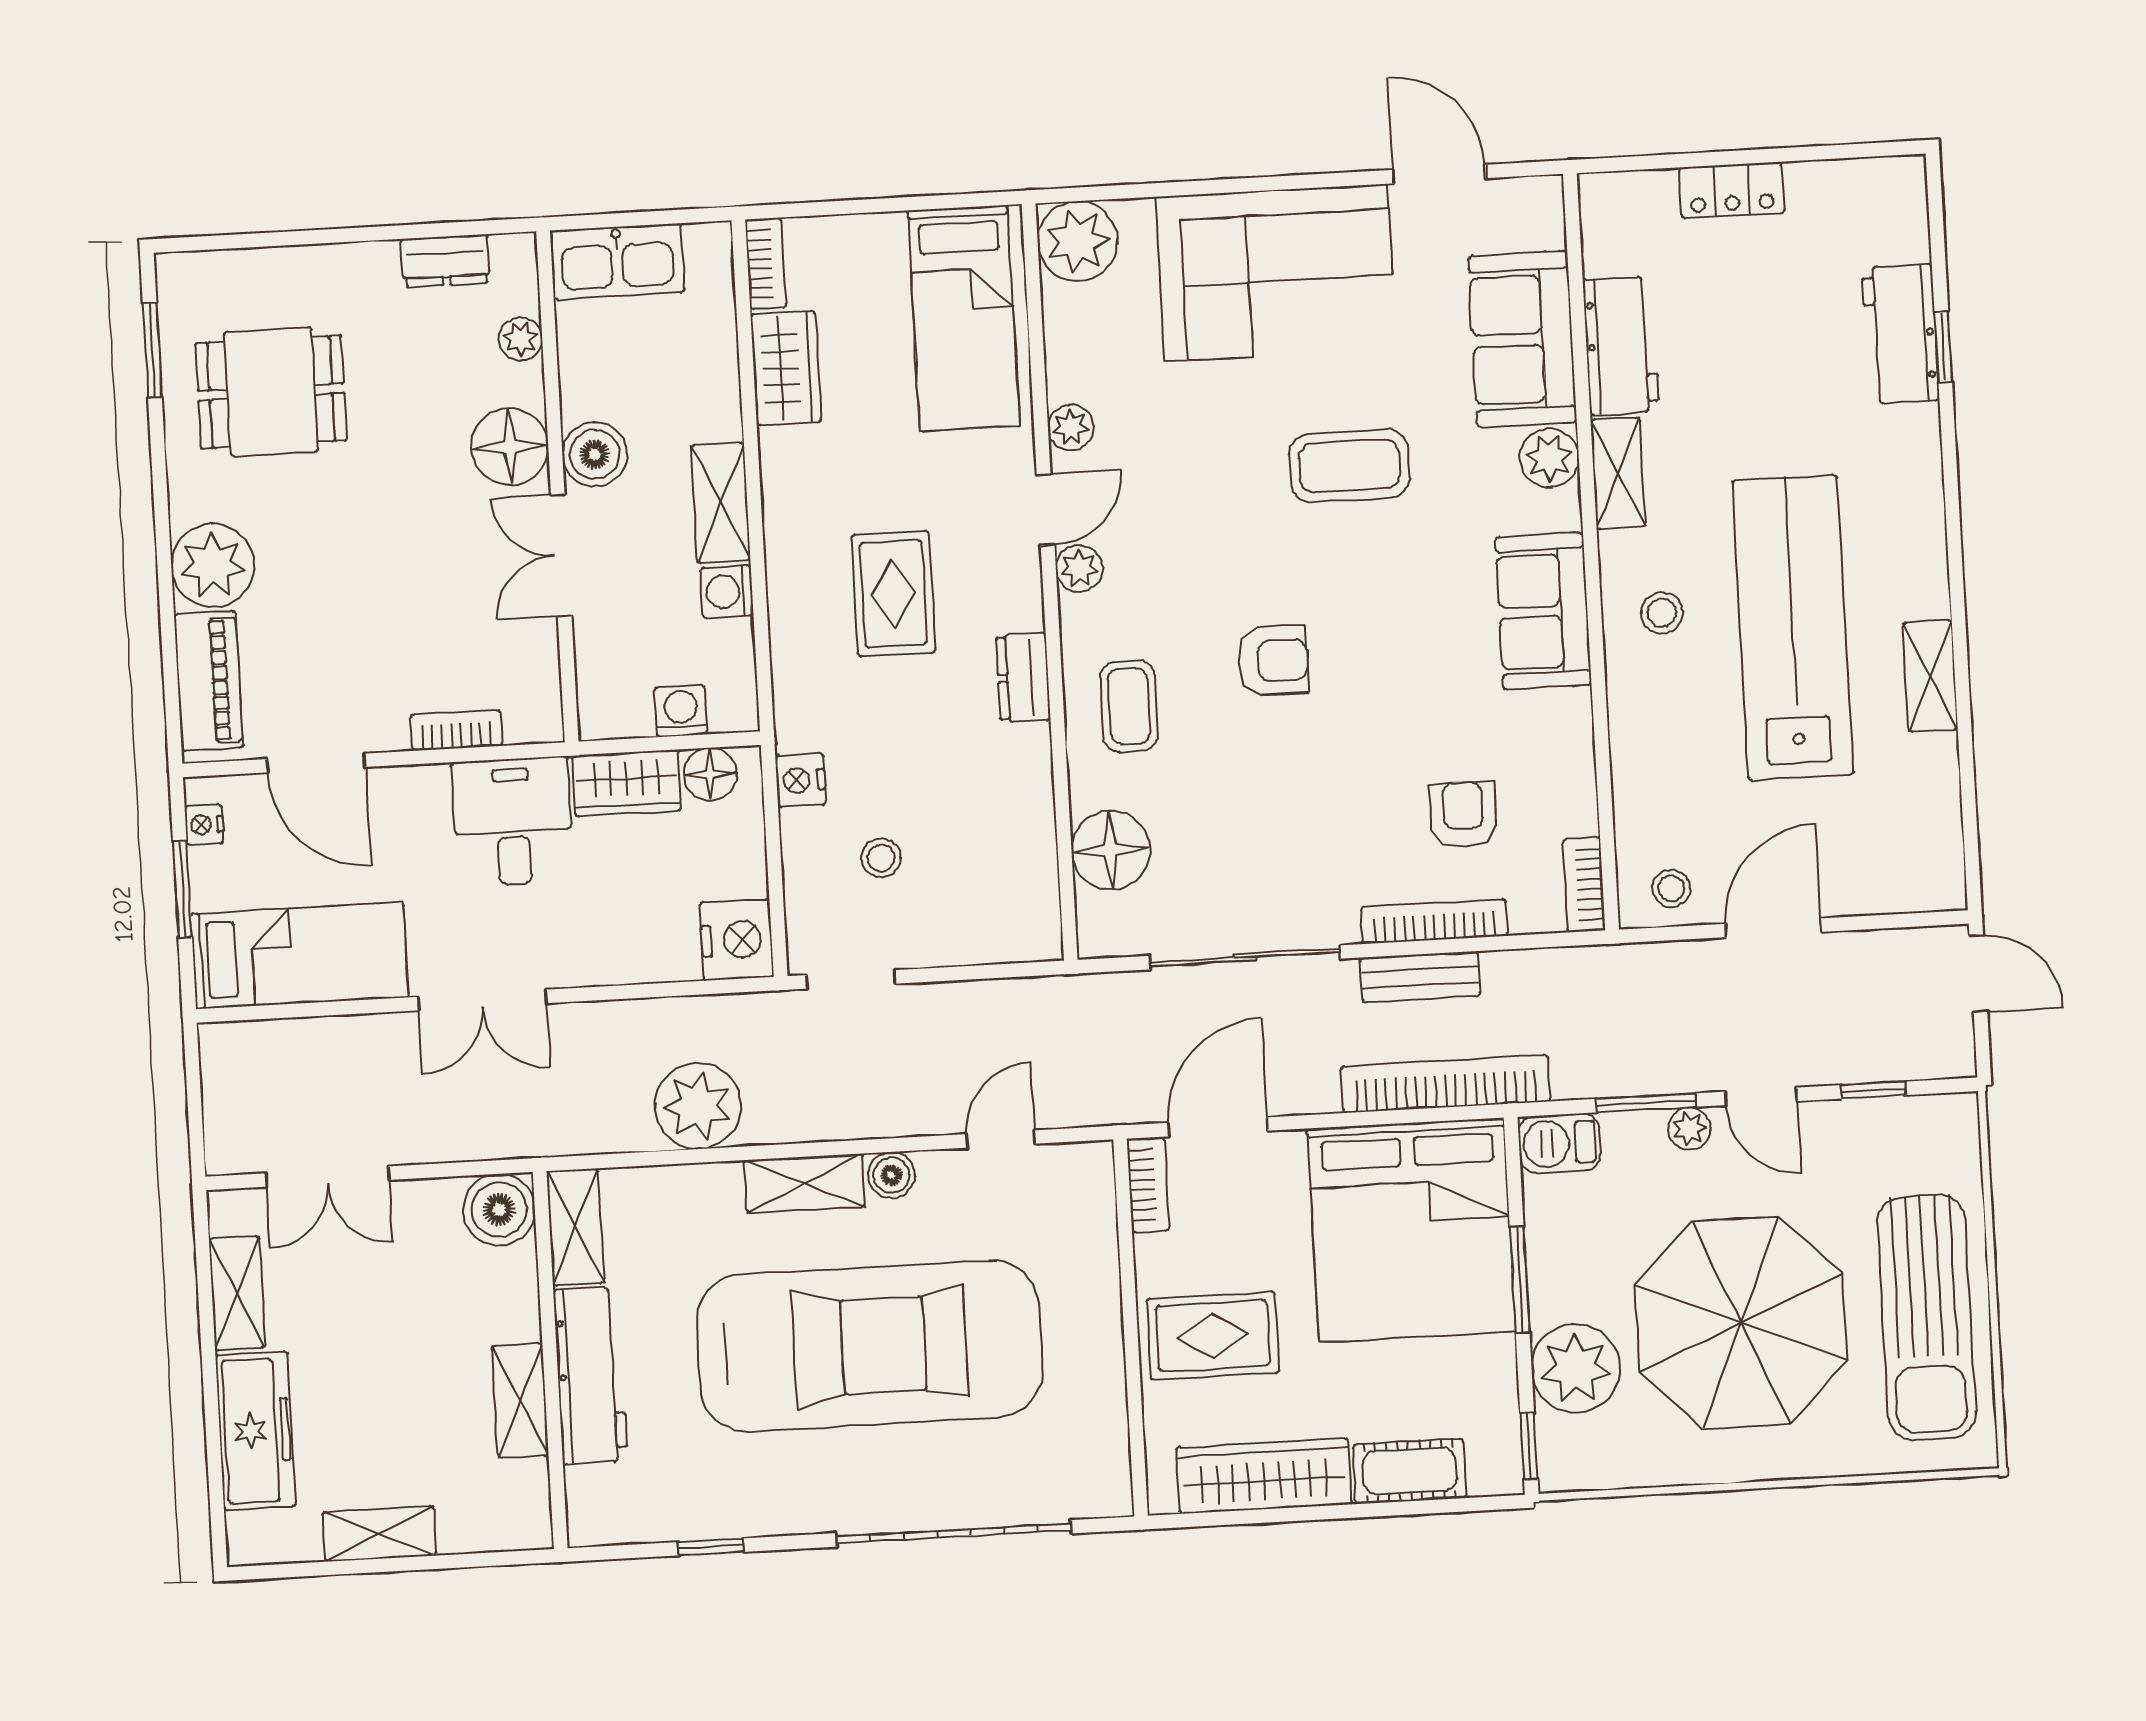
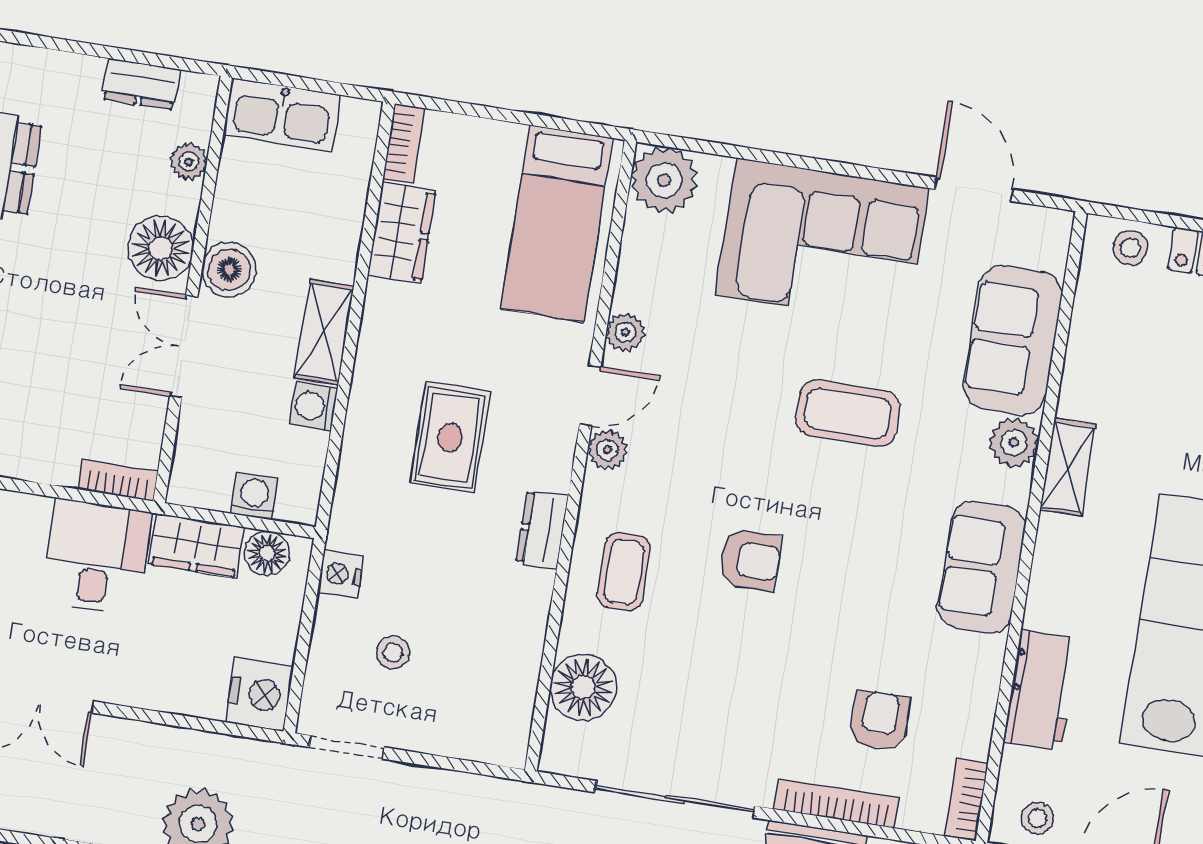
workbench: (1621, 346) -> (1041, 690), moved
stool: (1662, 613) -> (1130, 248), moved
bookcase: (456, 730) -> (118, 480), moved

